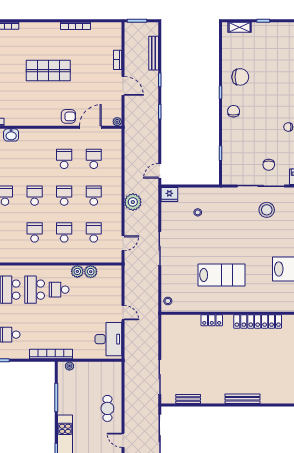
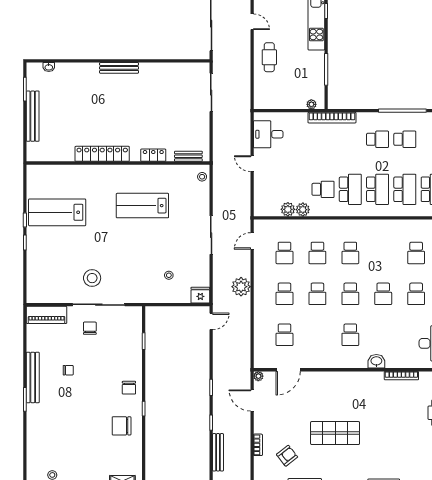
door: (123, 86) -> (252, 400), moved
armchair: (68, 116) -> (287, 456), moved, turned 142
school desk: (64, 159) -> (350, 335), moved
desk: (108, 339) -> (268, 134), width x0.73
bench: (188, 399) -> (188, 156), moved

